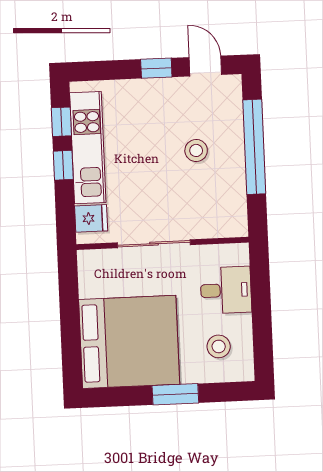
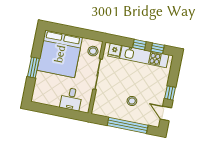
door: (205, 66) -> (166, 113), swing flipped
stool: (219, 346) -> (93, 51), moved

